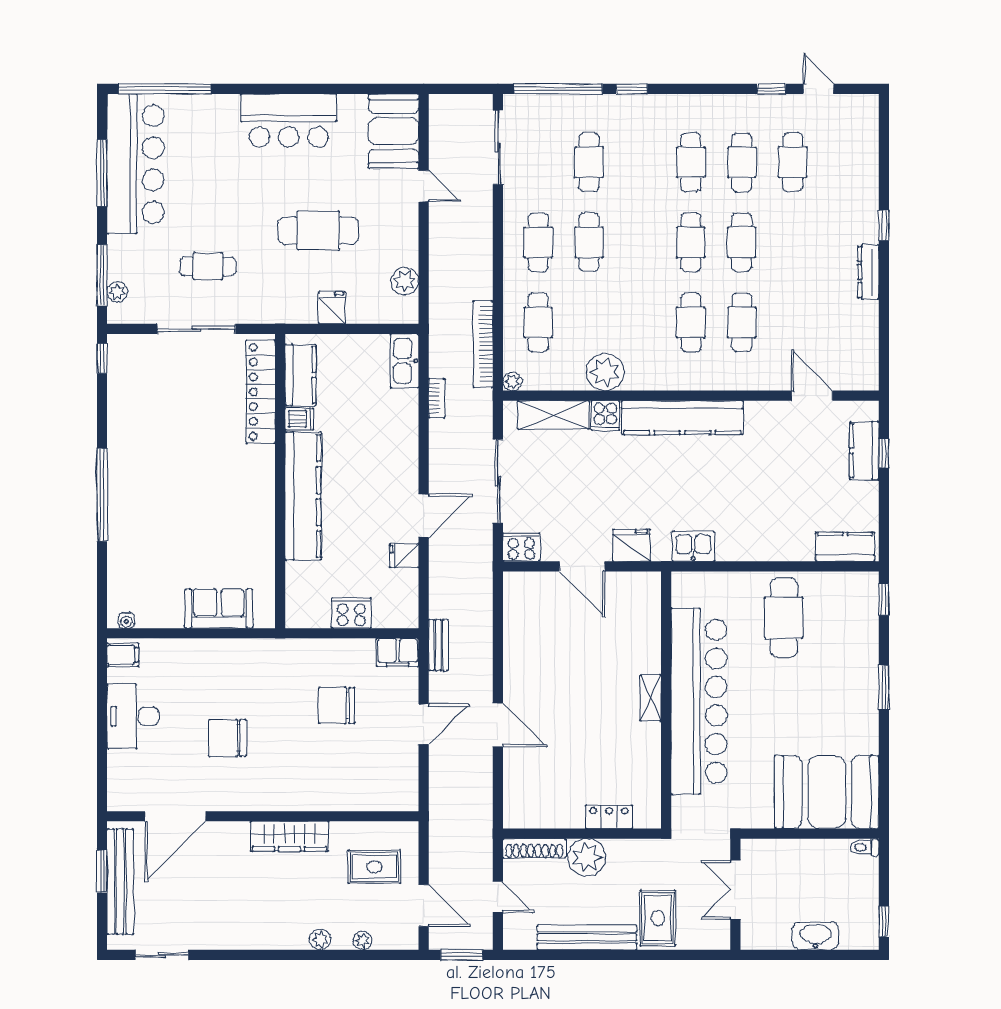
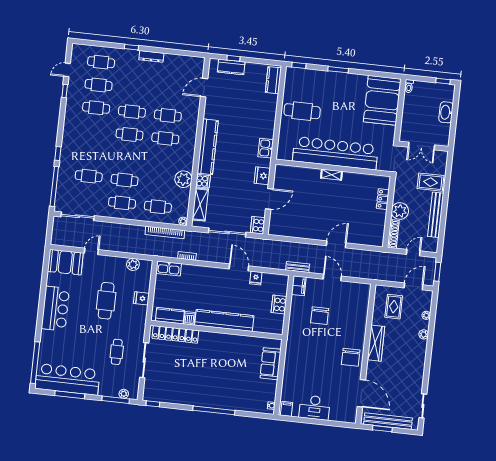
cafe table: (691, 162) -> (101, 62), moved
chair: (228, 738) -> (351, 357), moved

